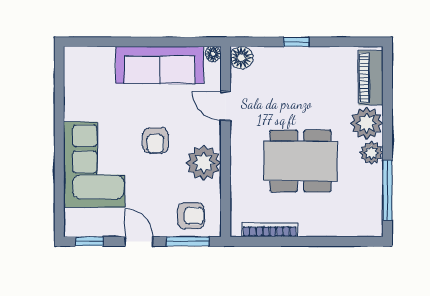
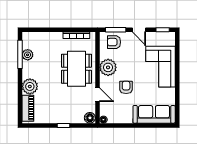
sofa: (160, 65) -> (154, 114), moved
armchair: (155, 140) -> (126, 87), moved
plant: (371, 153) -> (28, 55), moved
dining table: (301, 161) -> (76, 69), moved, turned 90

